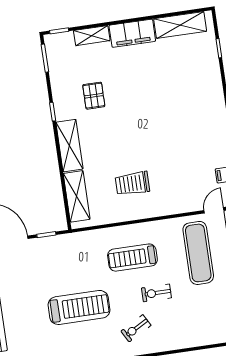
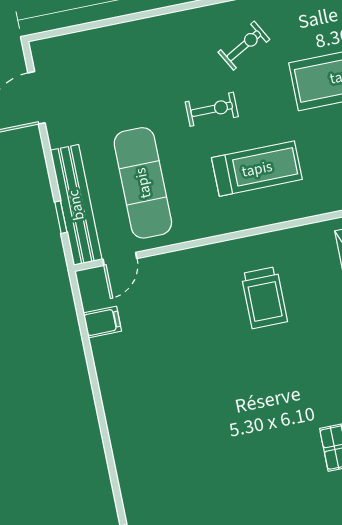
trolley: (132, 183) -> (264, 298), turned 90

